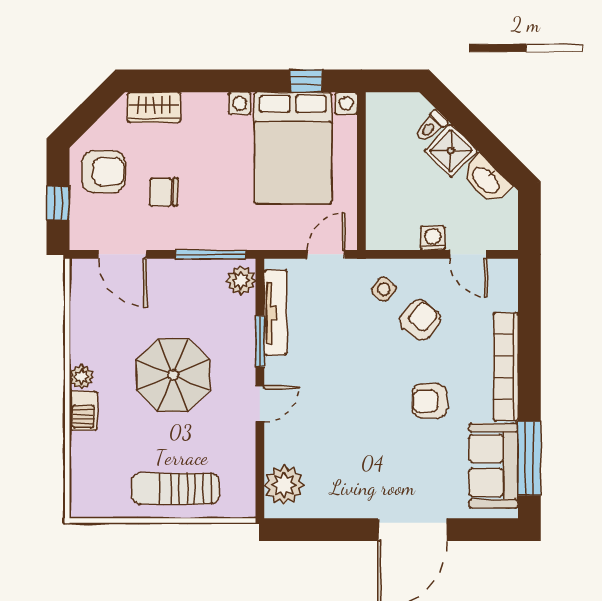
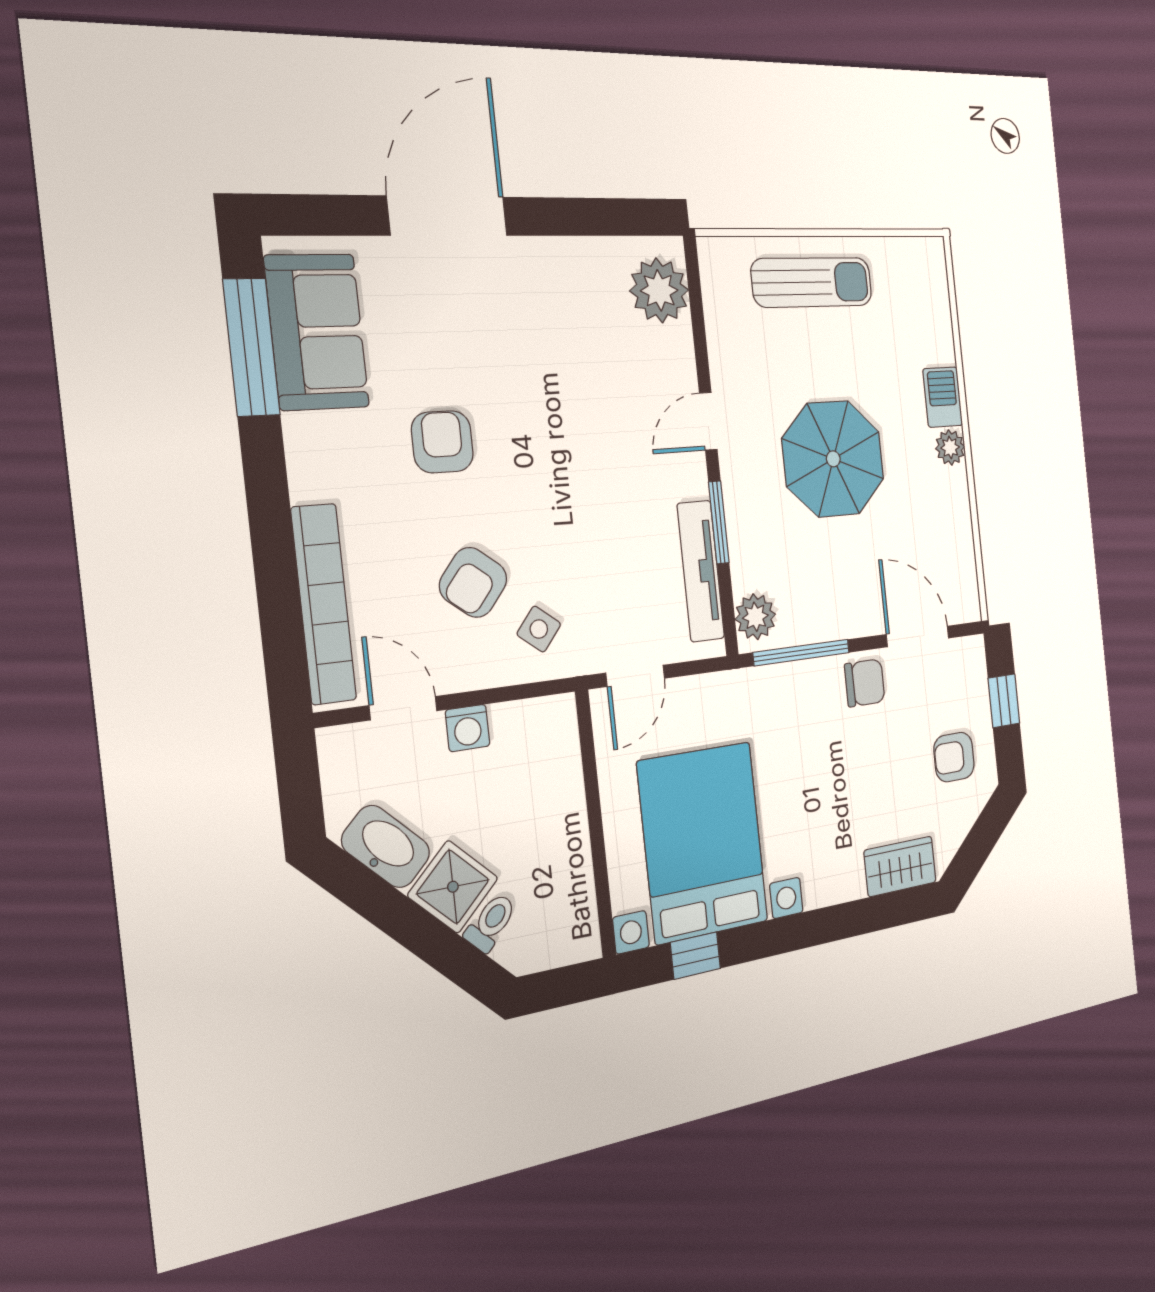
armchair: (103, 171) -> (954, 757), width x0.72, depth x0.72
chair: (164, 192) -> (865, 683), moved
bookcase: (506, 367) -> (324, 604), moved
armchair: (430, 401) -> (442, 442), turned -90

